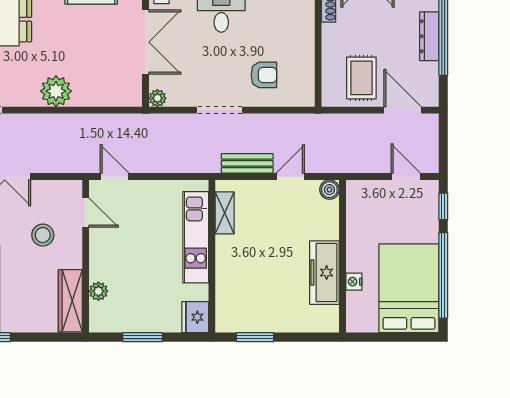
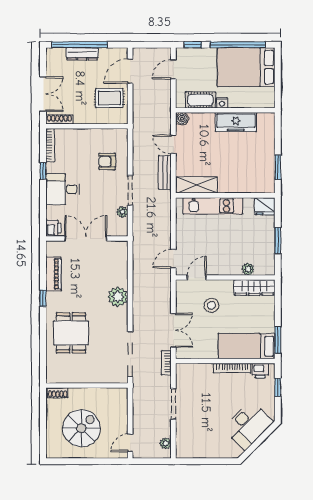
armchair: (264, 75) -> (107, 161), turned -90
plant: (157, 98) -> (122, 212), moved
shelving: (225, 213) -> (197, 185), width x1.50, depth x1.33
cot: (358, 218) -> (200, 100), added
nightstand: (354, 282) -> (222, 103), moved

